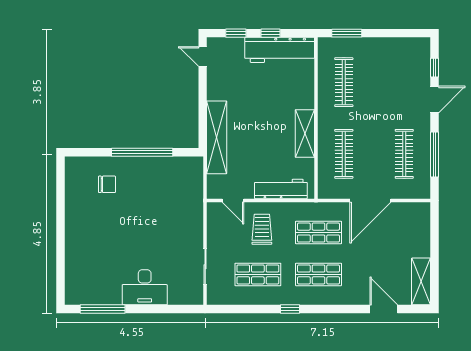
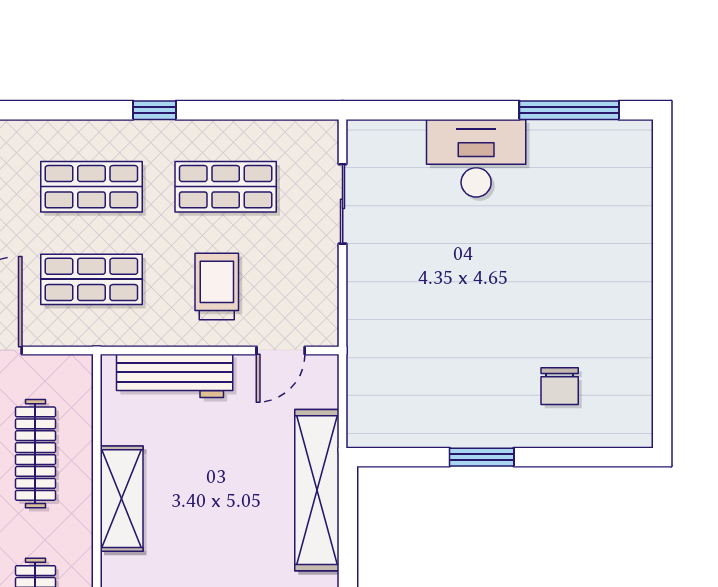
window: (142, 152) -> (482, 457), width x0.47
chair: (107, 184) -> (560, 386), turned -90
door: (233, 200) -> (281, 350), swing flipped
trolley: (262, 229) -> (217, 286), turned 180

